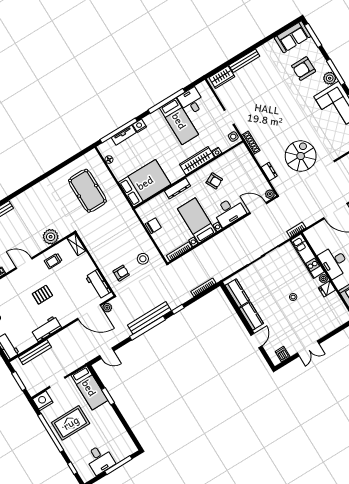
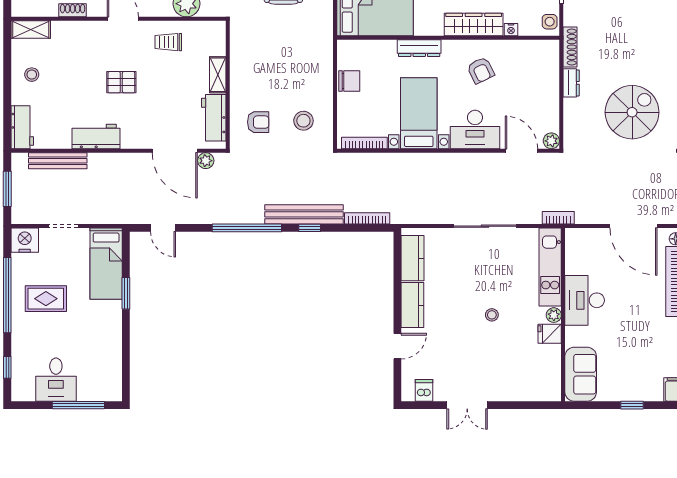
dresser: (269, 172) -> (571, 83), moved
shelving: (76, 245) -> (218, 75), moved
bench: (149, 318) -> (304, 214), moved
rug: (71, 423) -> (46, 299), width x0.73, depth x0.70

